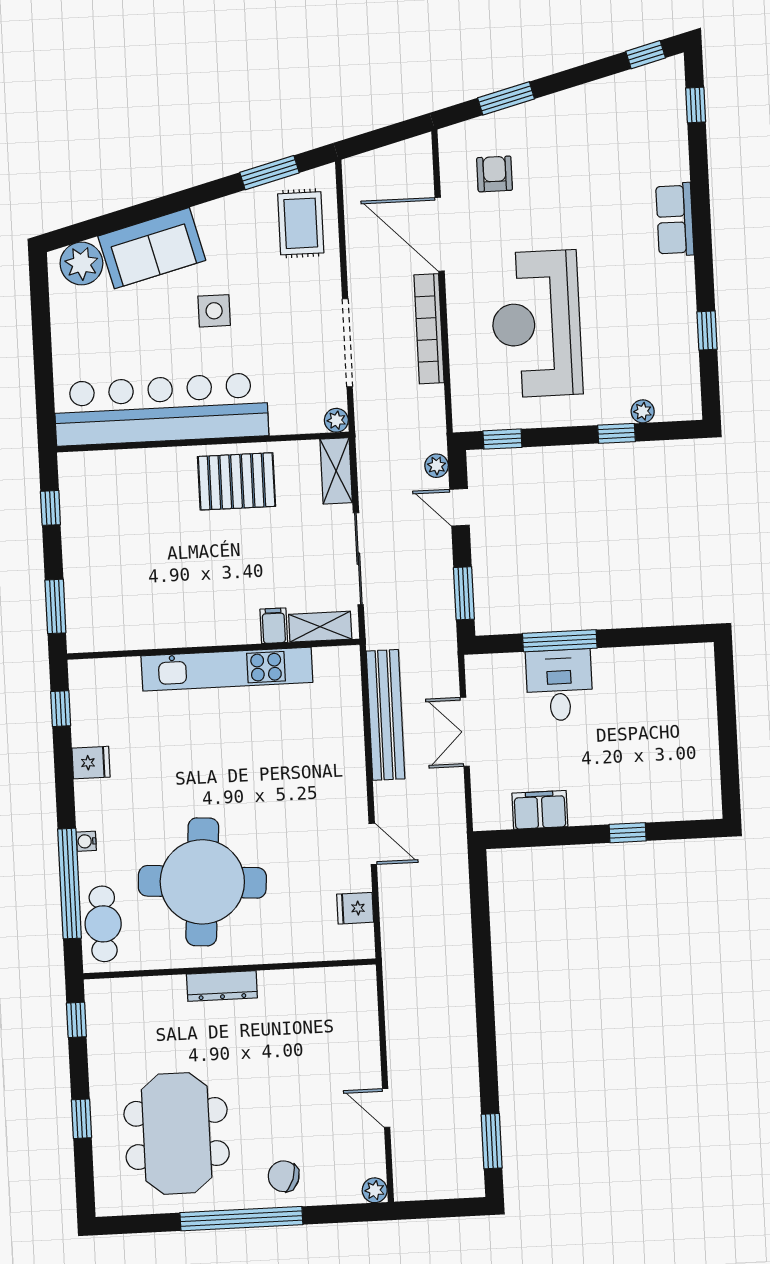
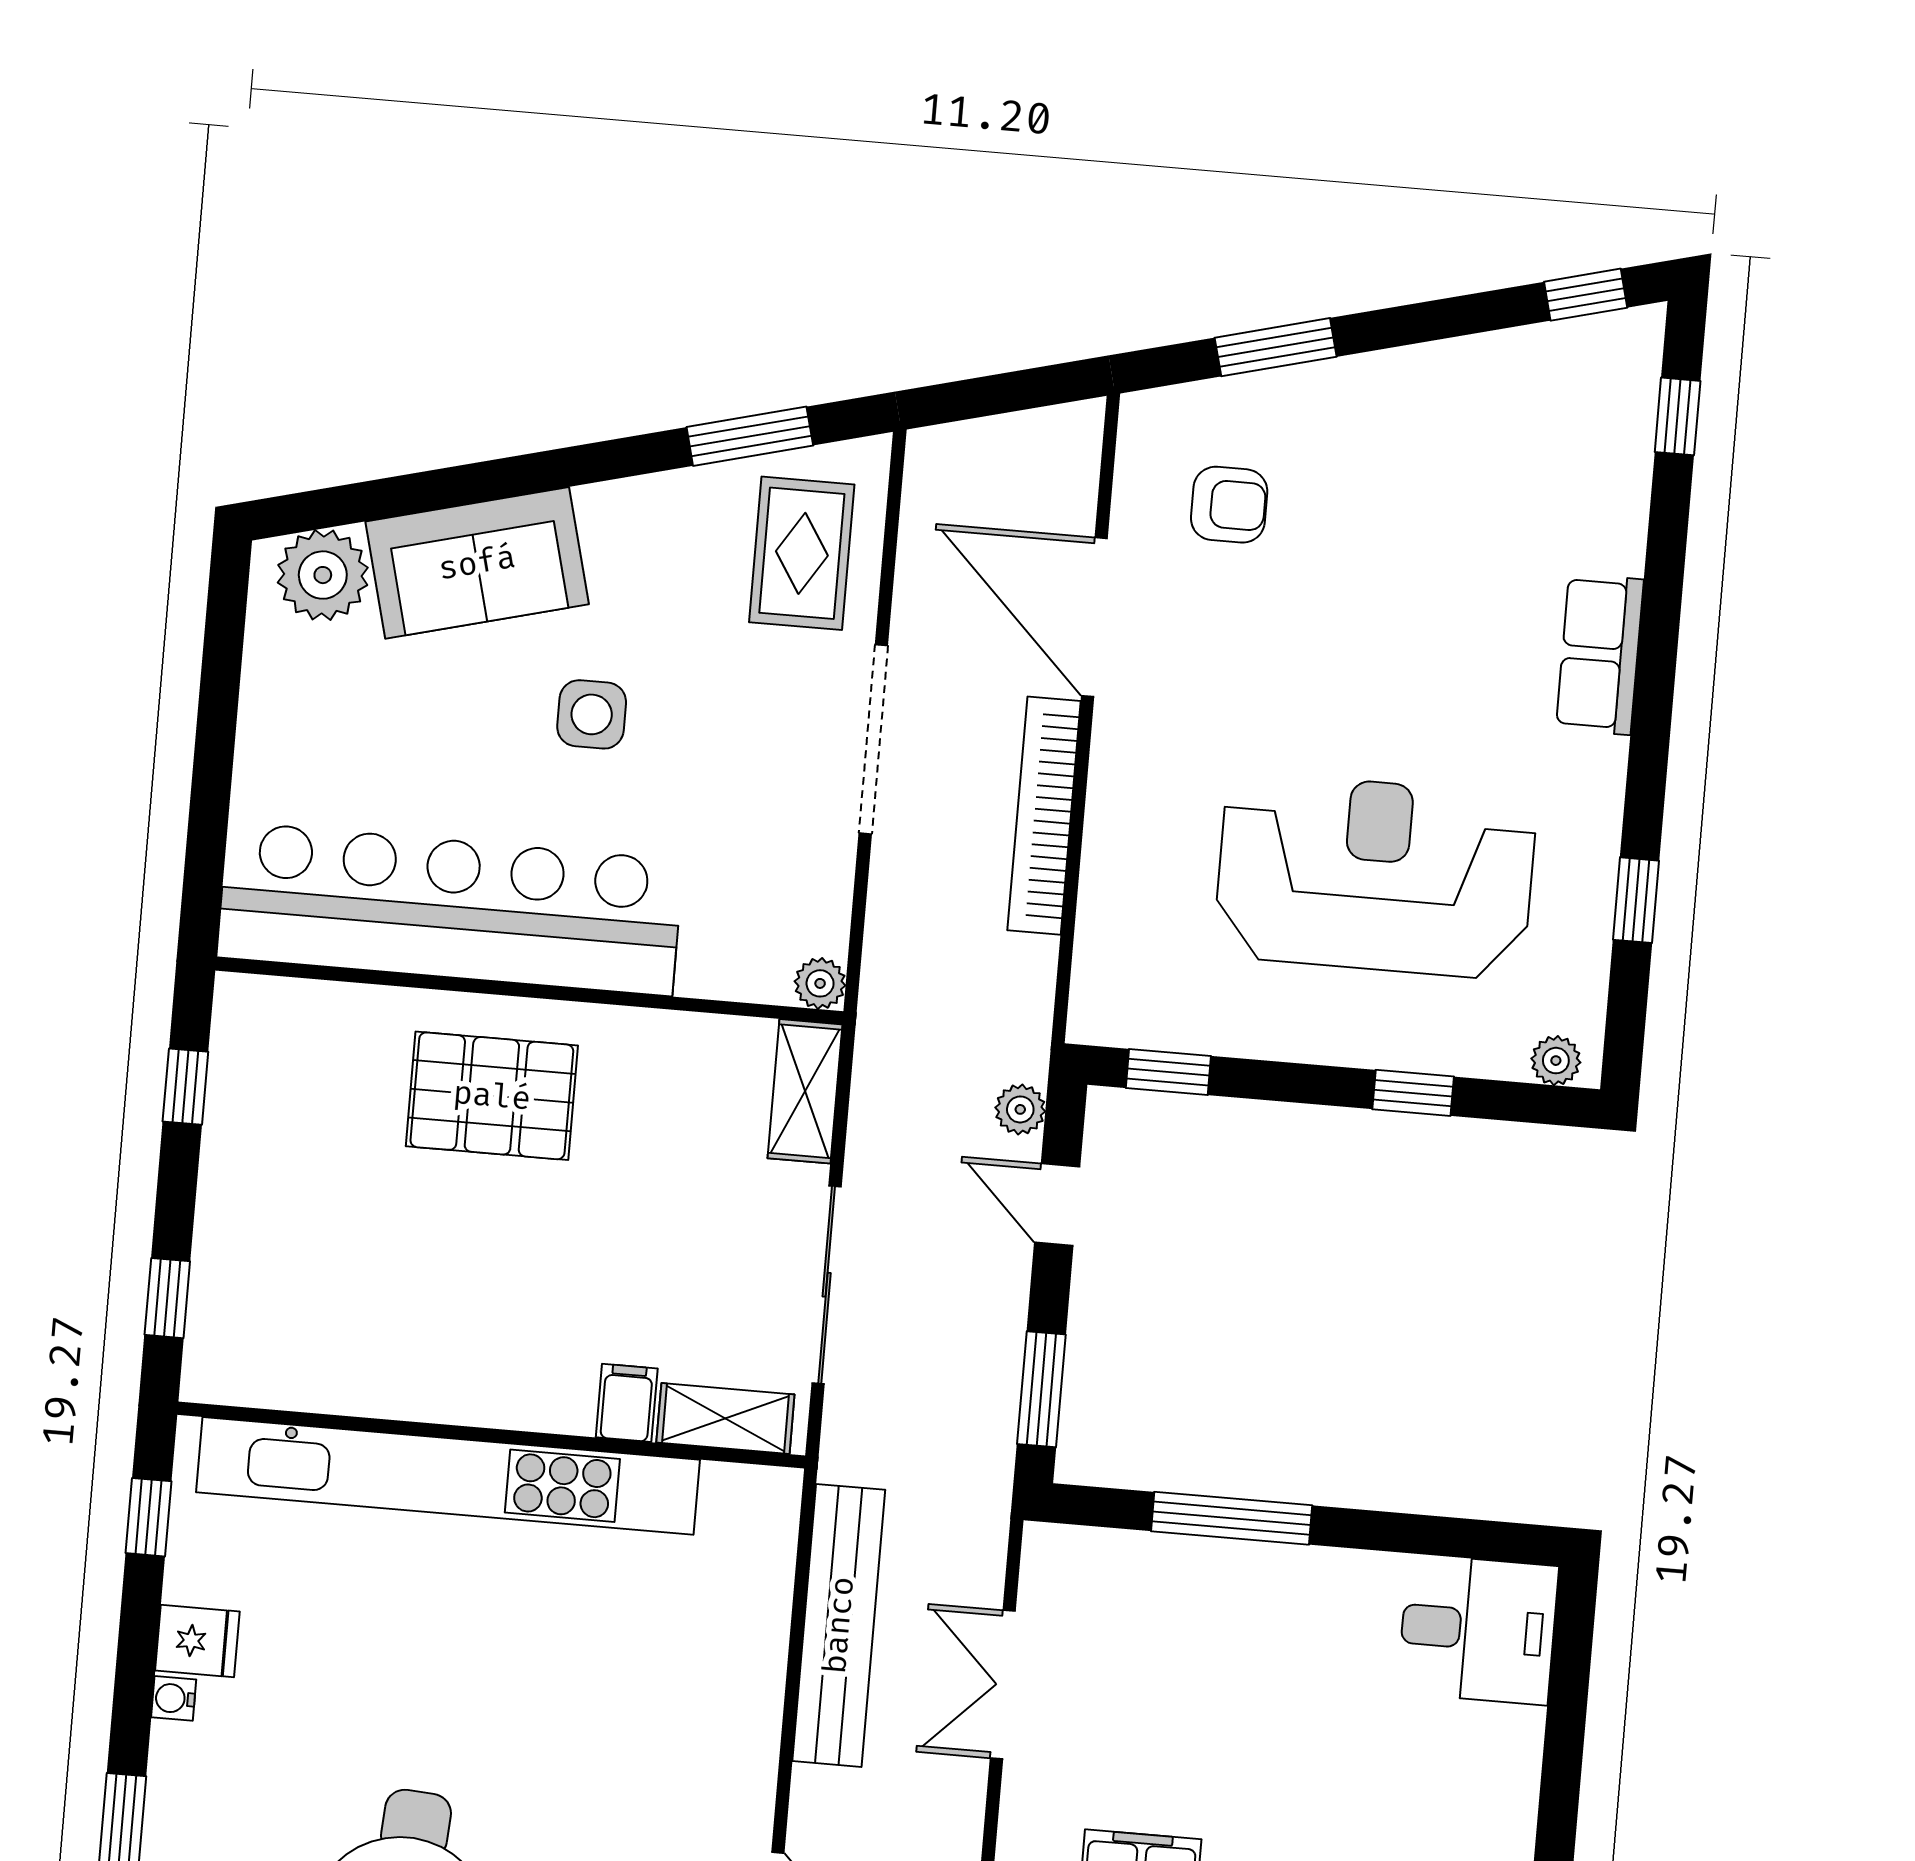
armchair: (495, 174) -> (1229, 505), turned 90
reception desk: (536, 324) -> (1375, 876), moved, turned 90
doorway: (347, 343) -> (873, 739), moved
plant: (643, 411) -> (1556, 1061), moved
pallet: (237, 481) -> (492, 1096), moved
window: (55, 606) -> (167, 1298), width x0.67
kitchen unit: (227, 669) -> (448, 1476), width x1.36
desk: (559, 685) -> (1478, 1630), moved, turned 90
water cooler: (86, 841) -> (174, 1698), moved

